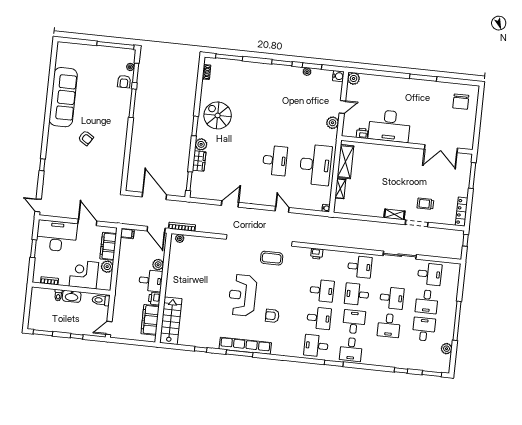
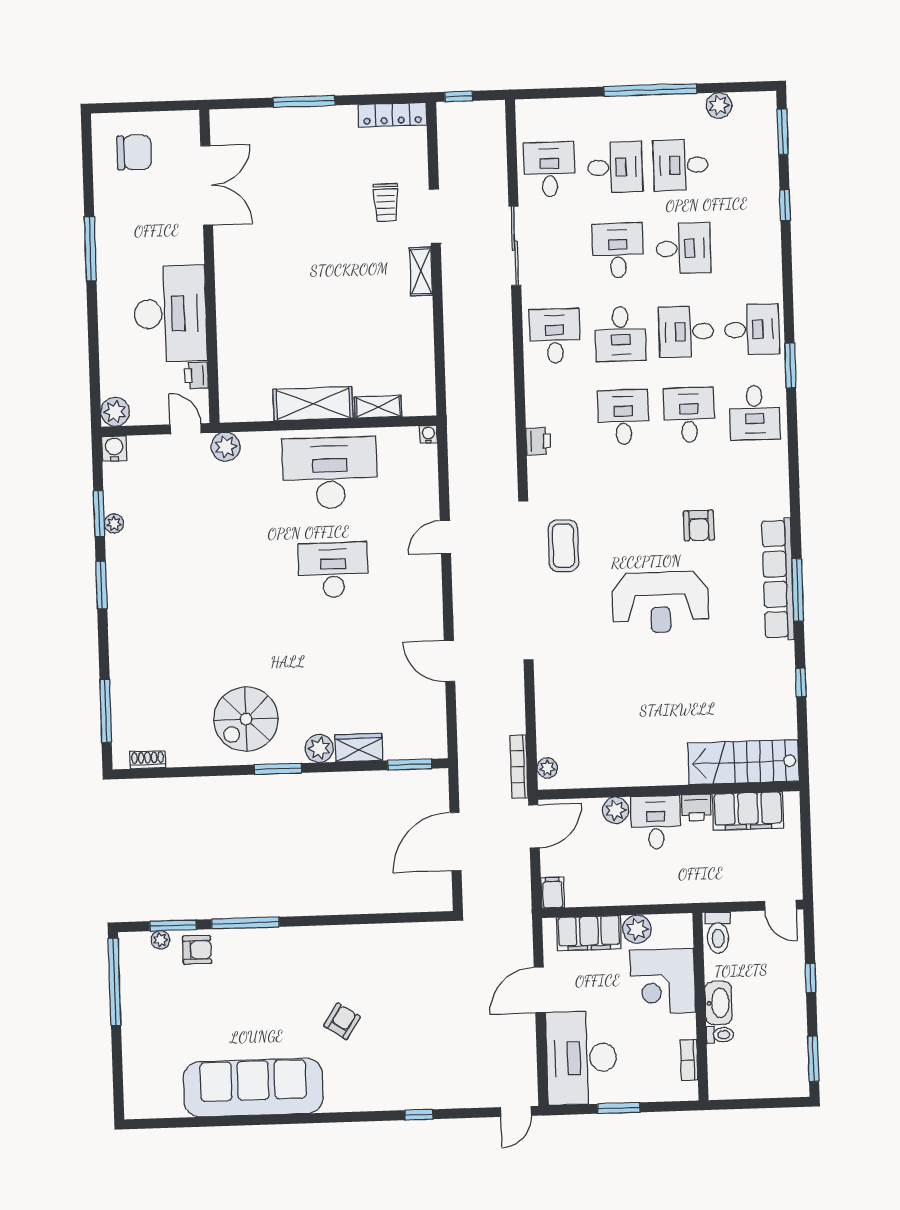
desk: (389, 126) -> (170, 314), moved
printer: (362, 133) -> (196, 375), moved
wall: (407, 145) -> (209, 266), moved
double door: (441, 149) -> (207, 185), moved

